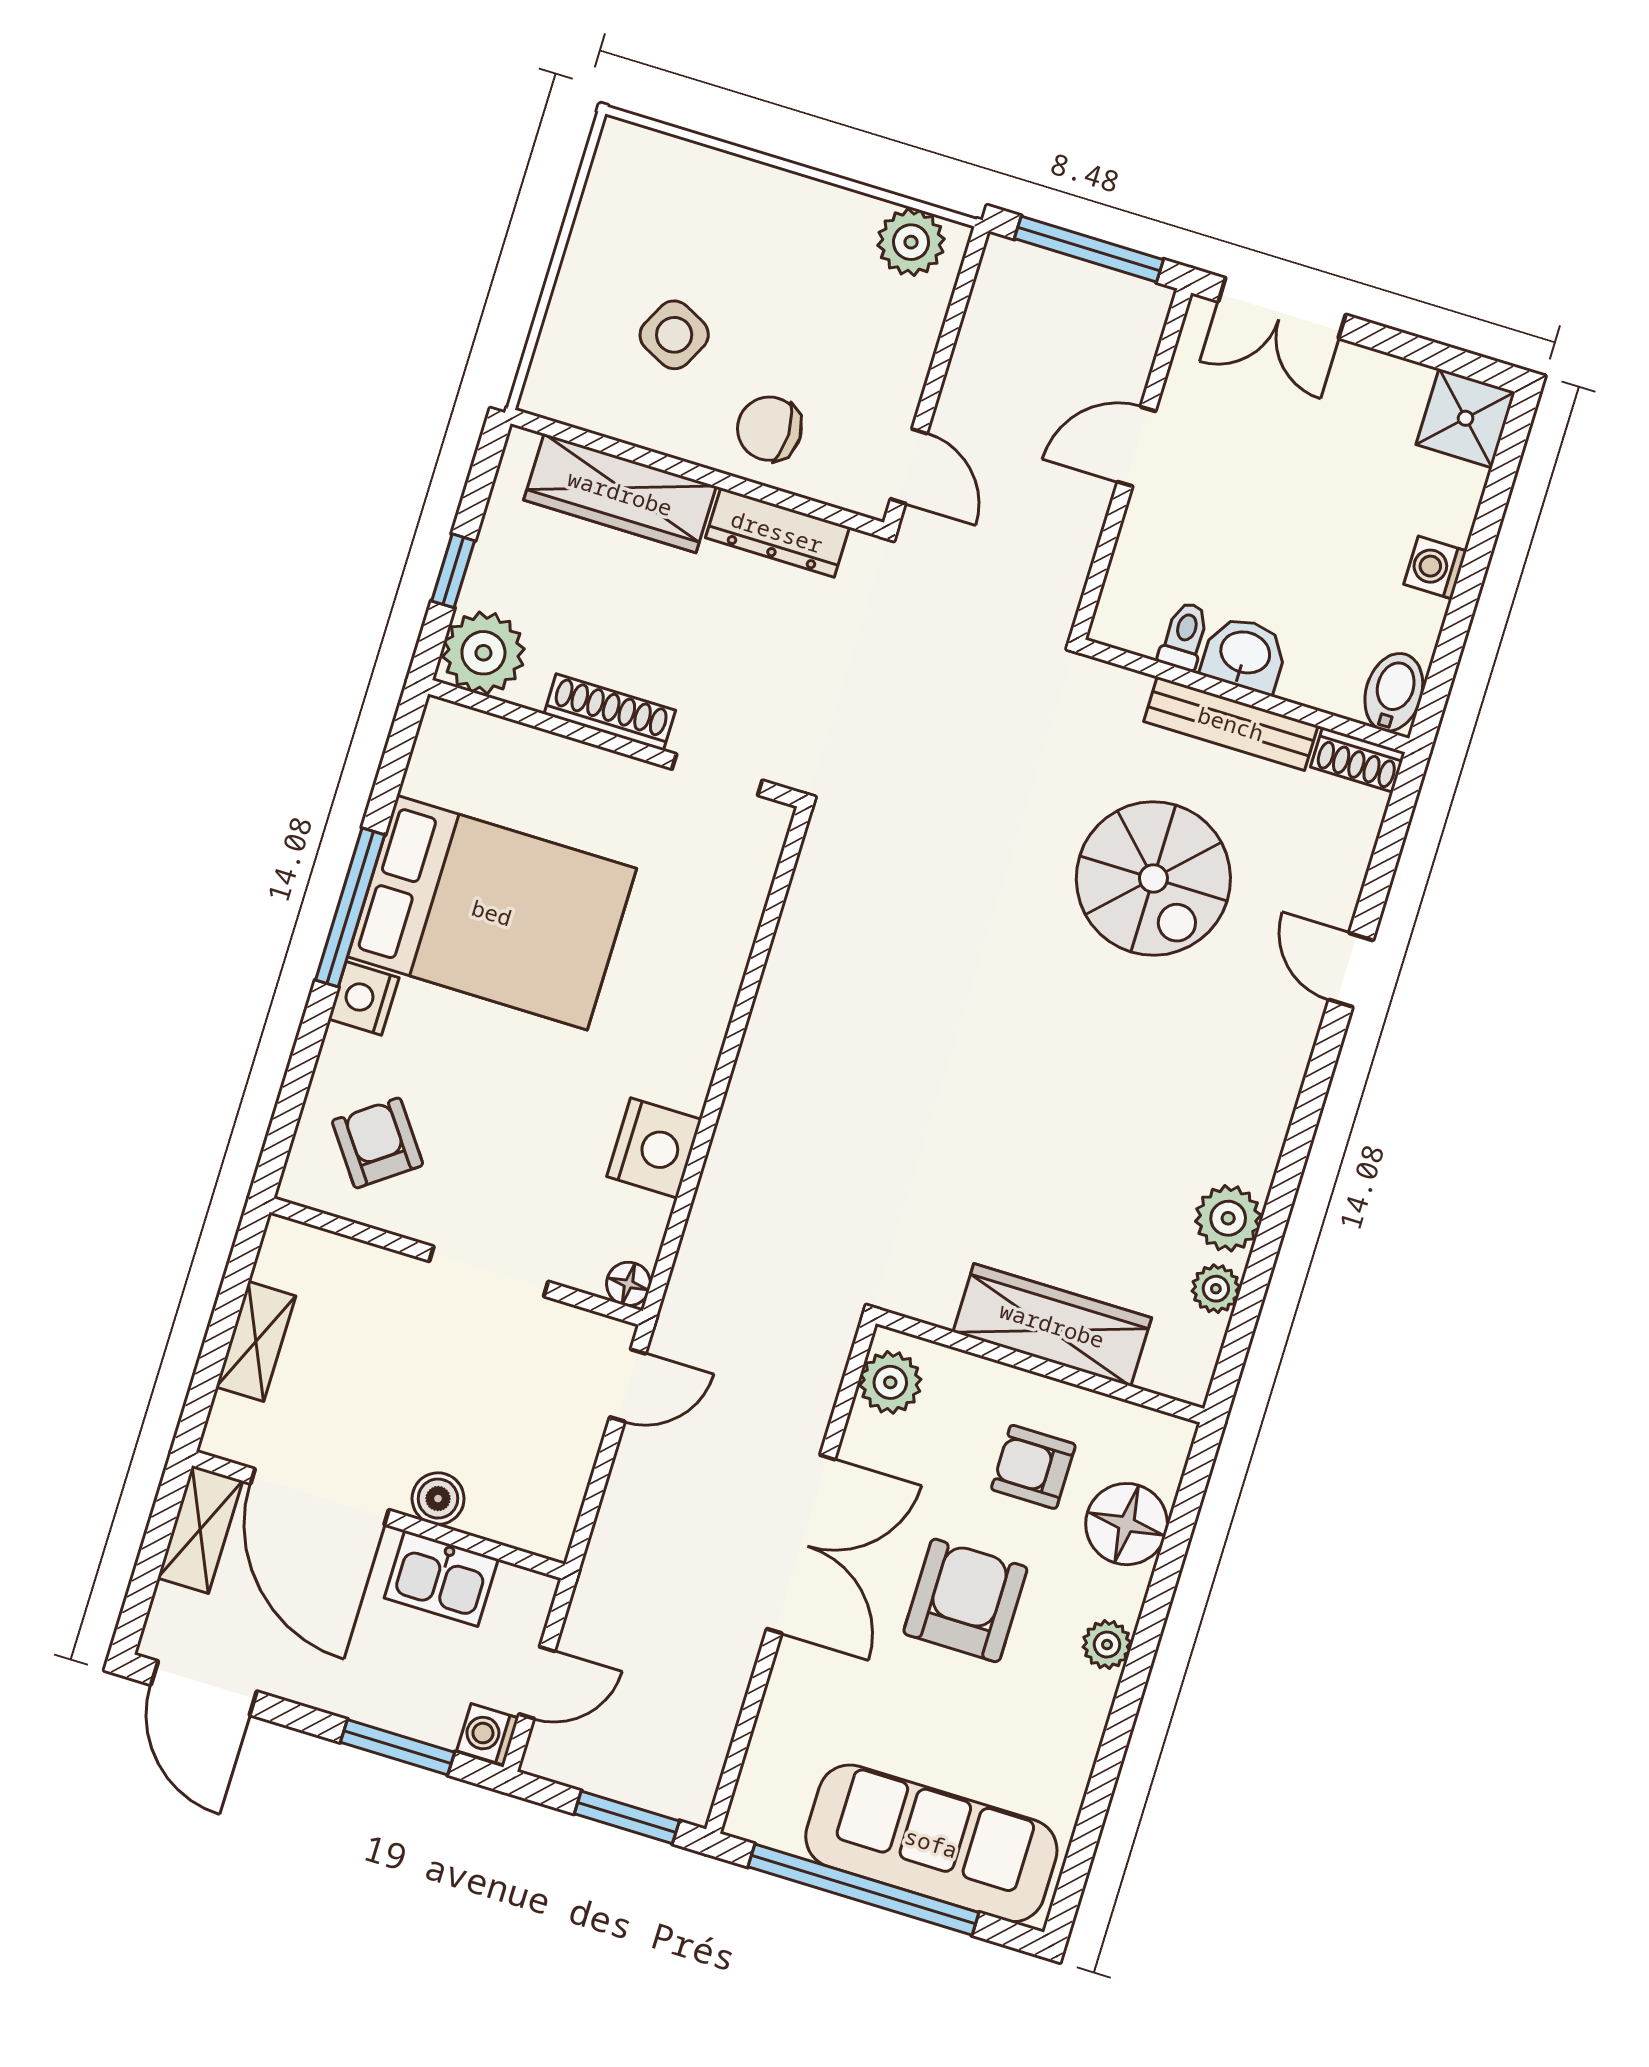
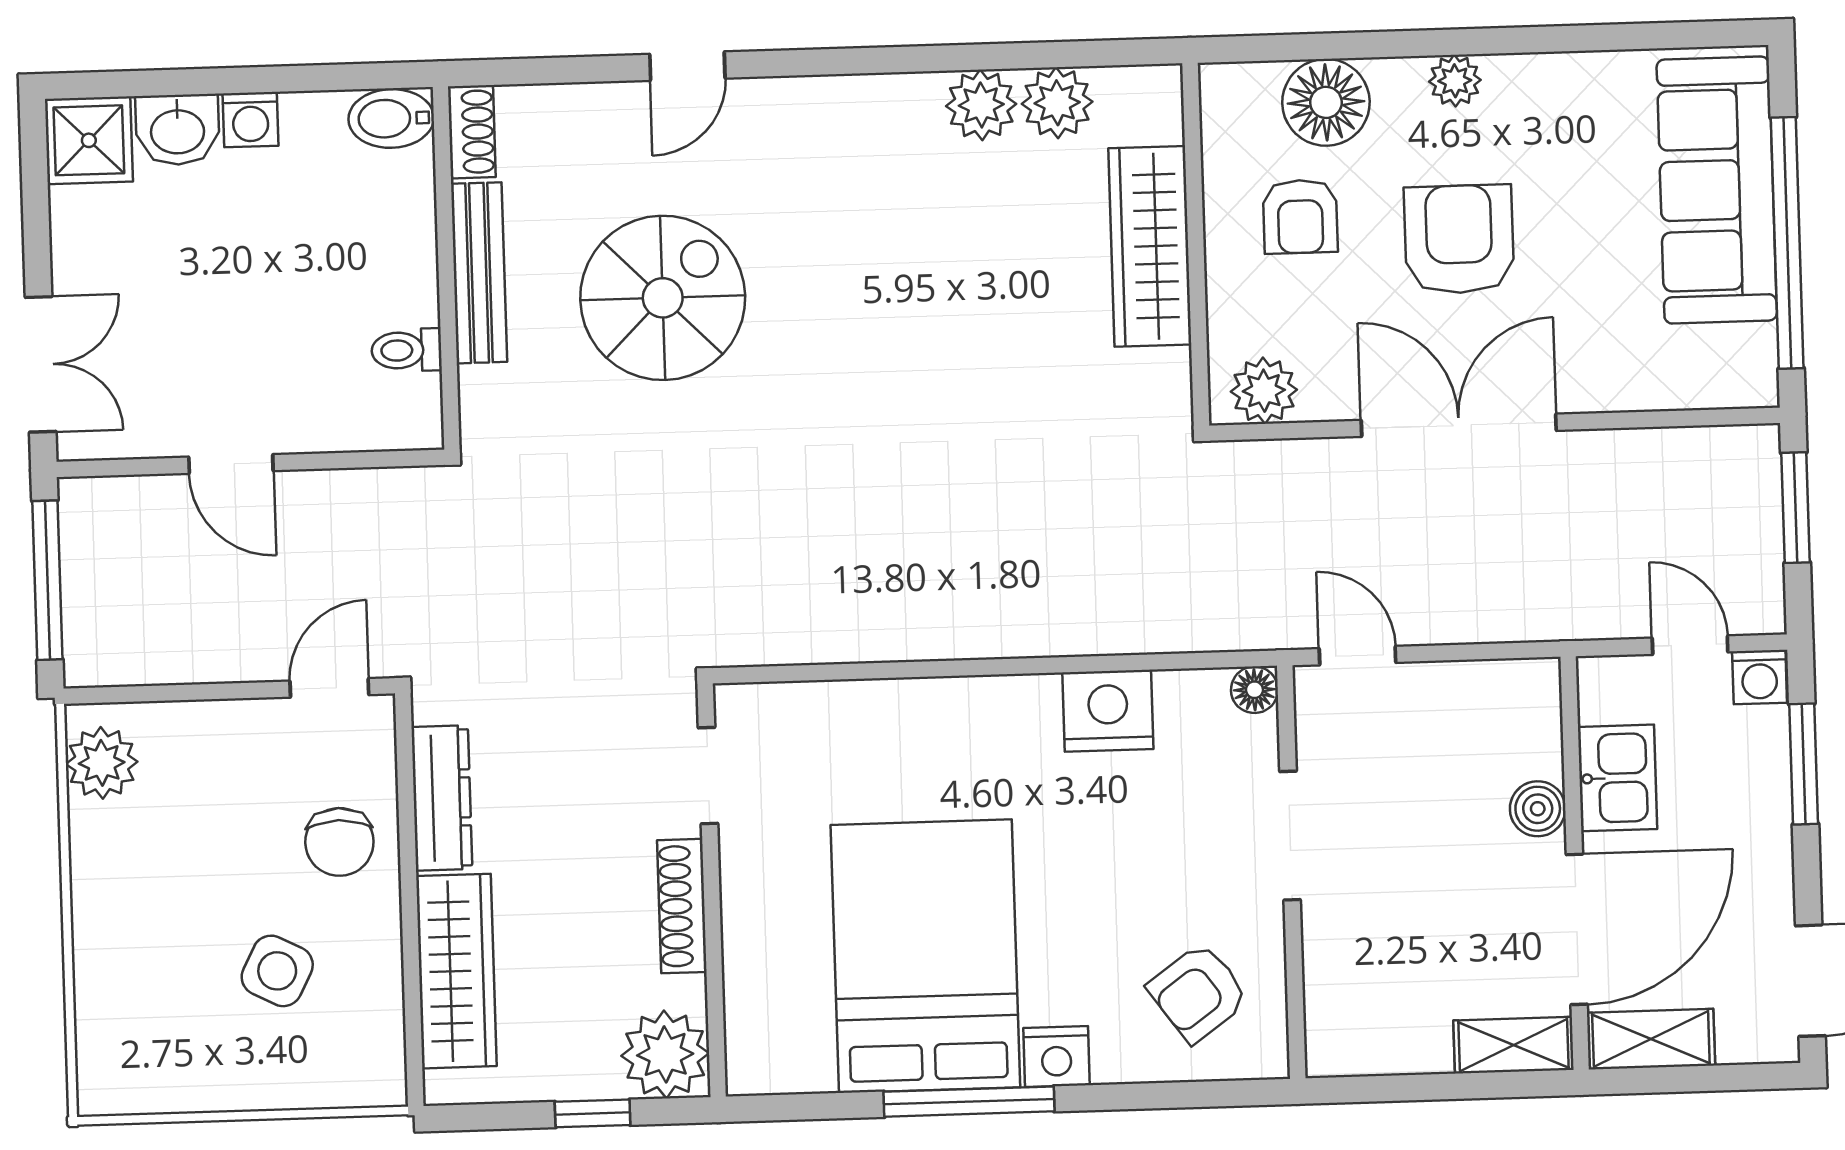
washbasin: (1245, 654) -> (177, 130), moved, turned -90
plant: (1216, 1289) -> (1057, 103), width x1.38, depth x1.38
shelving: (256, 1341) -> (1514, 1045), moved
armchair: (965, 1600) -> (1459, 239), turned 90

